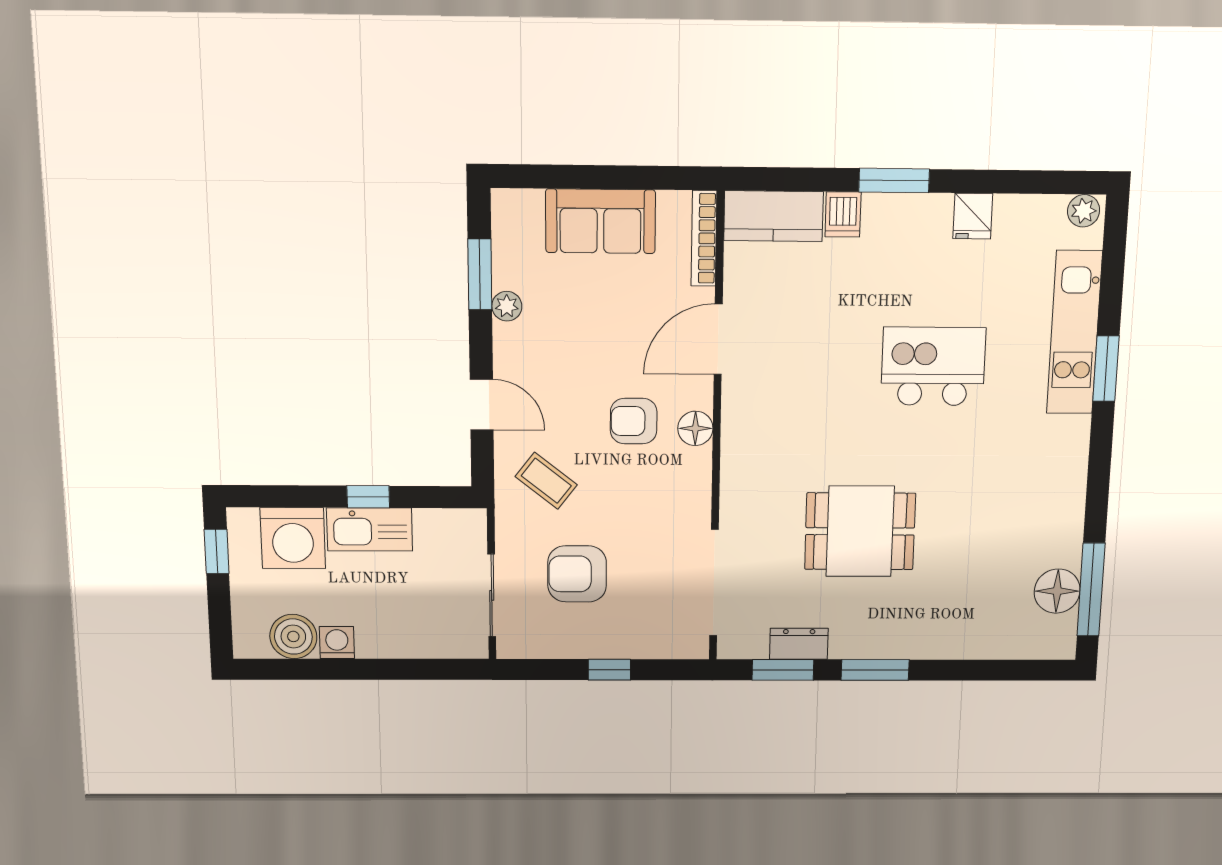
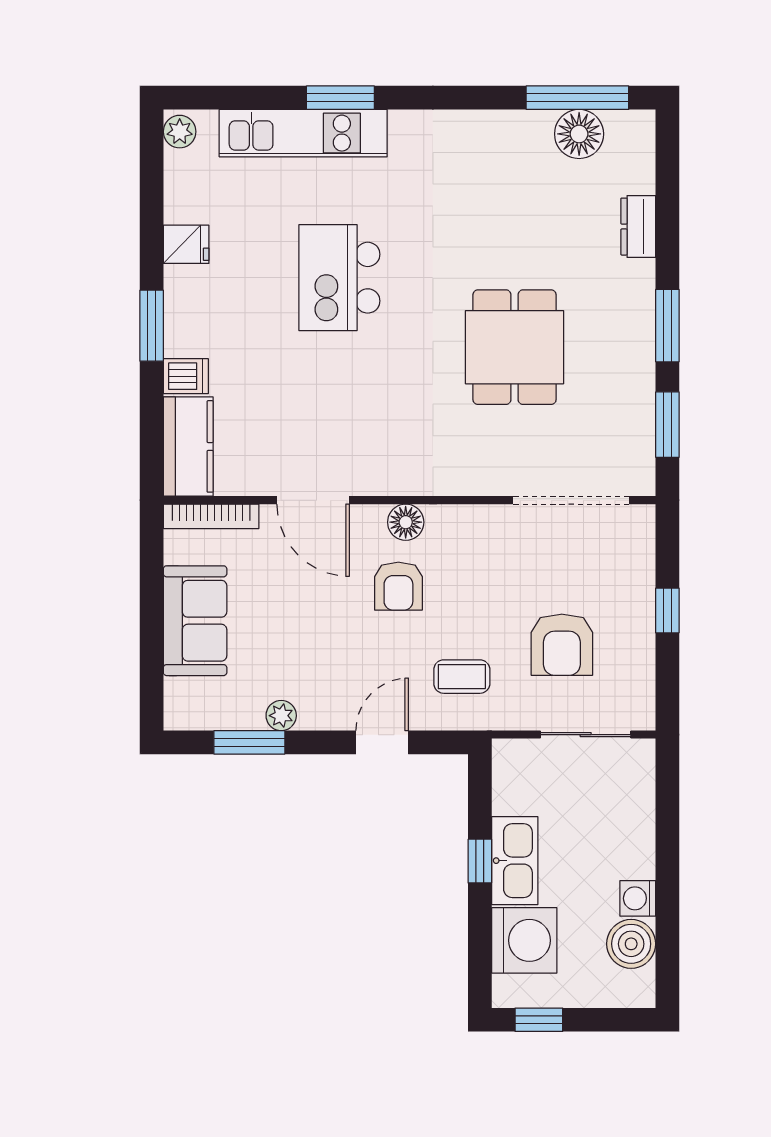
coffee table: (546, 481) -> (462, 677), turned 52
dresser: (799, 644) -> (638, 227), moved

